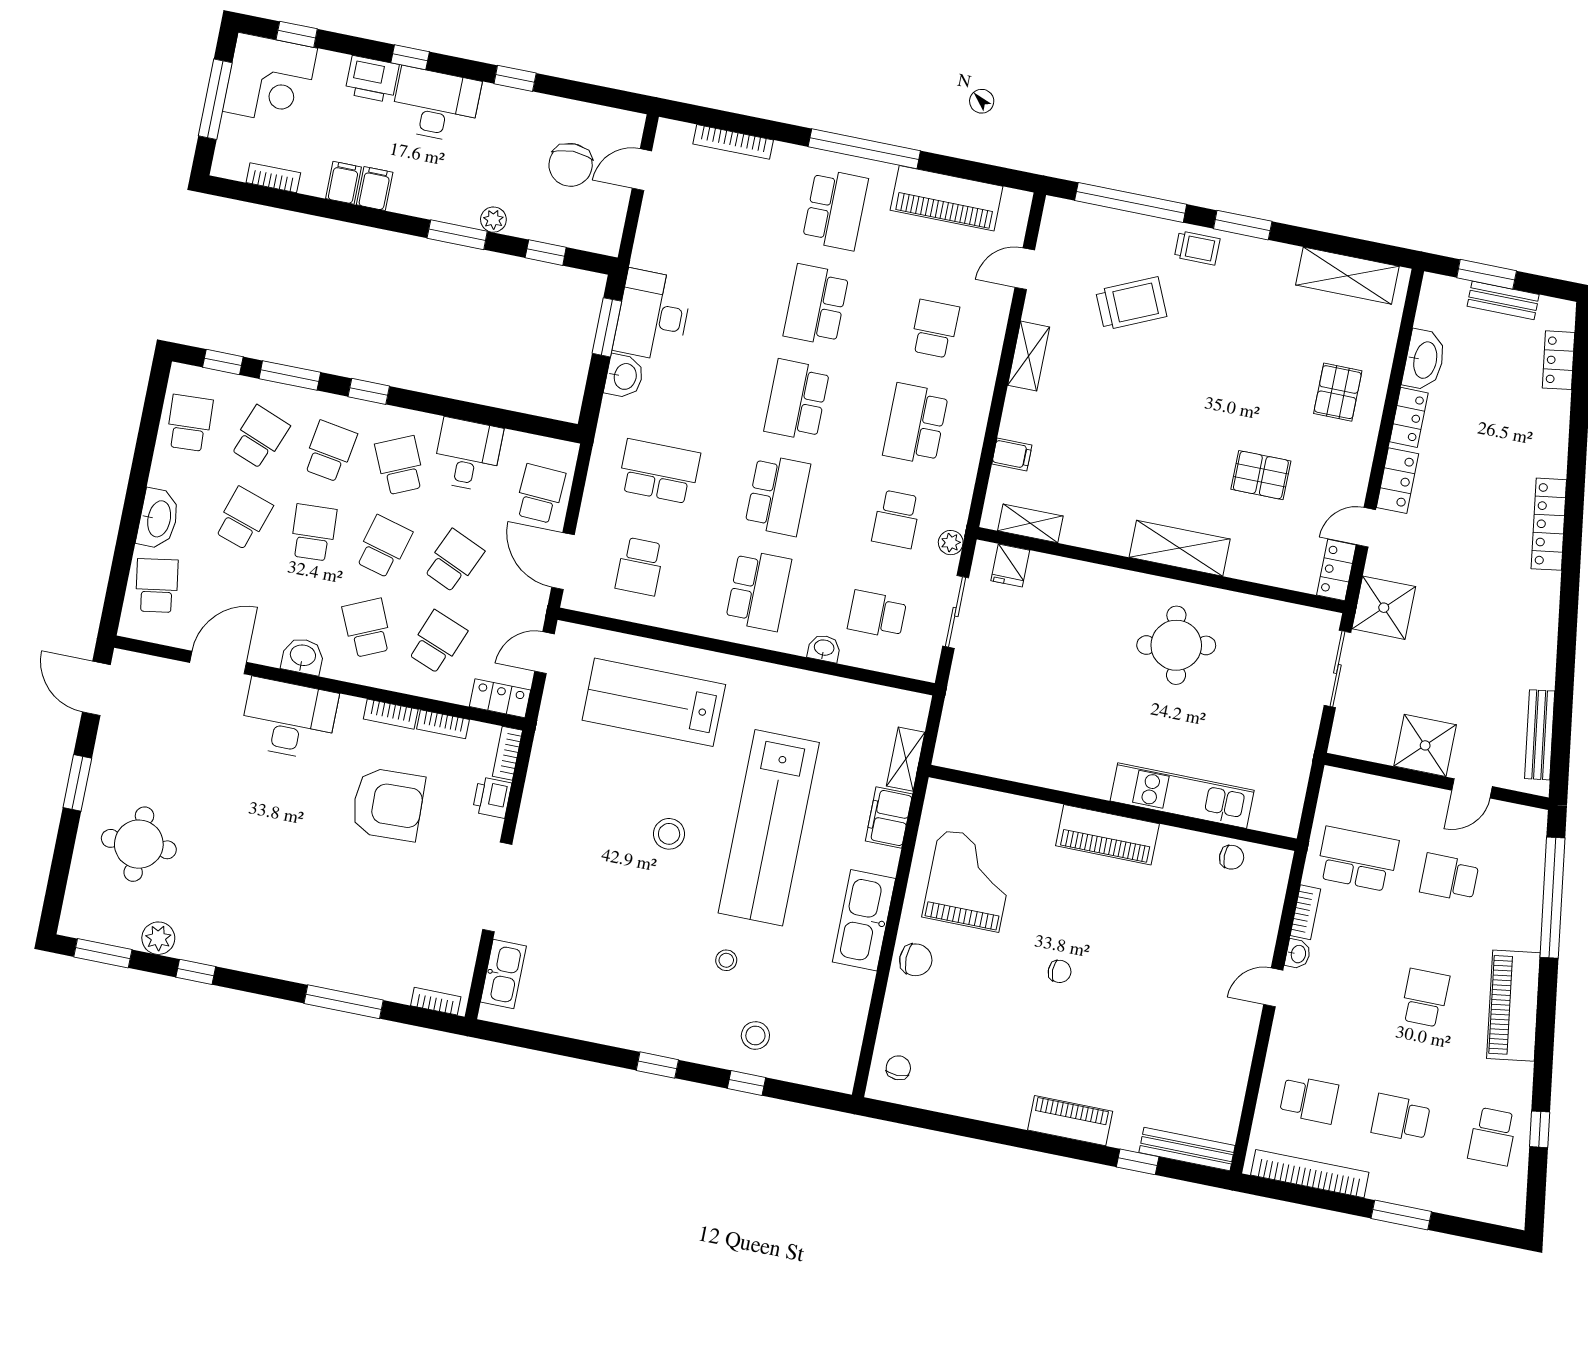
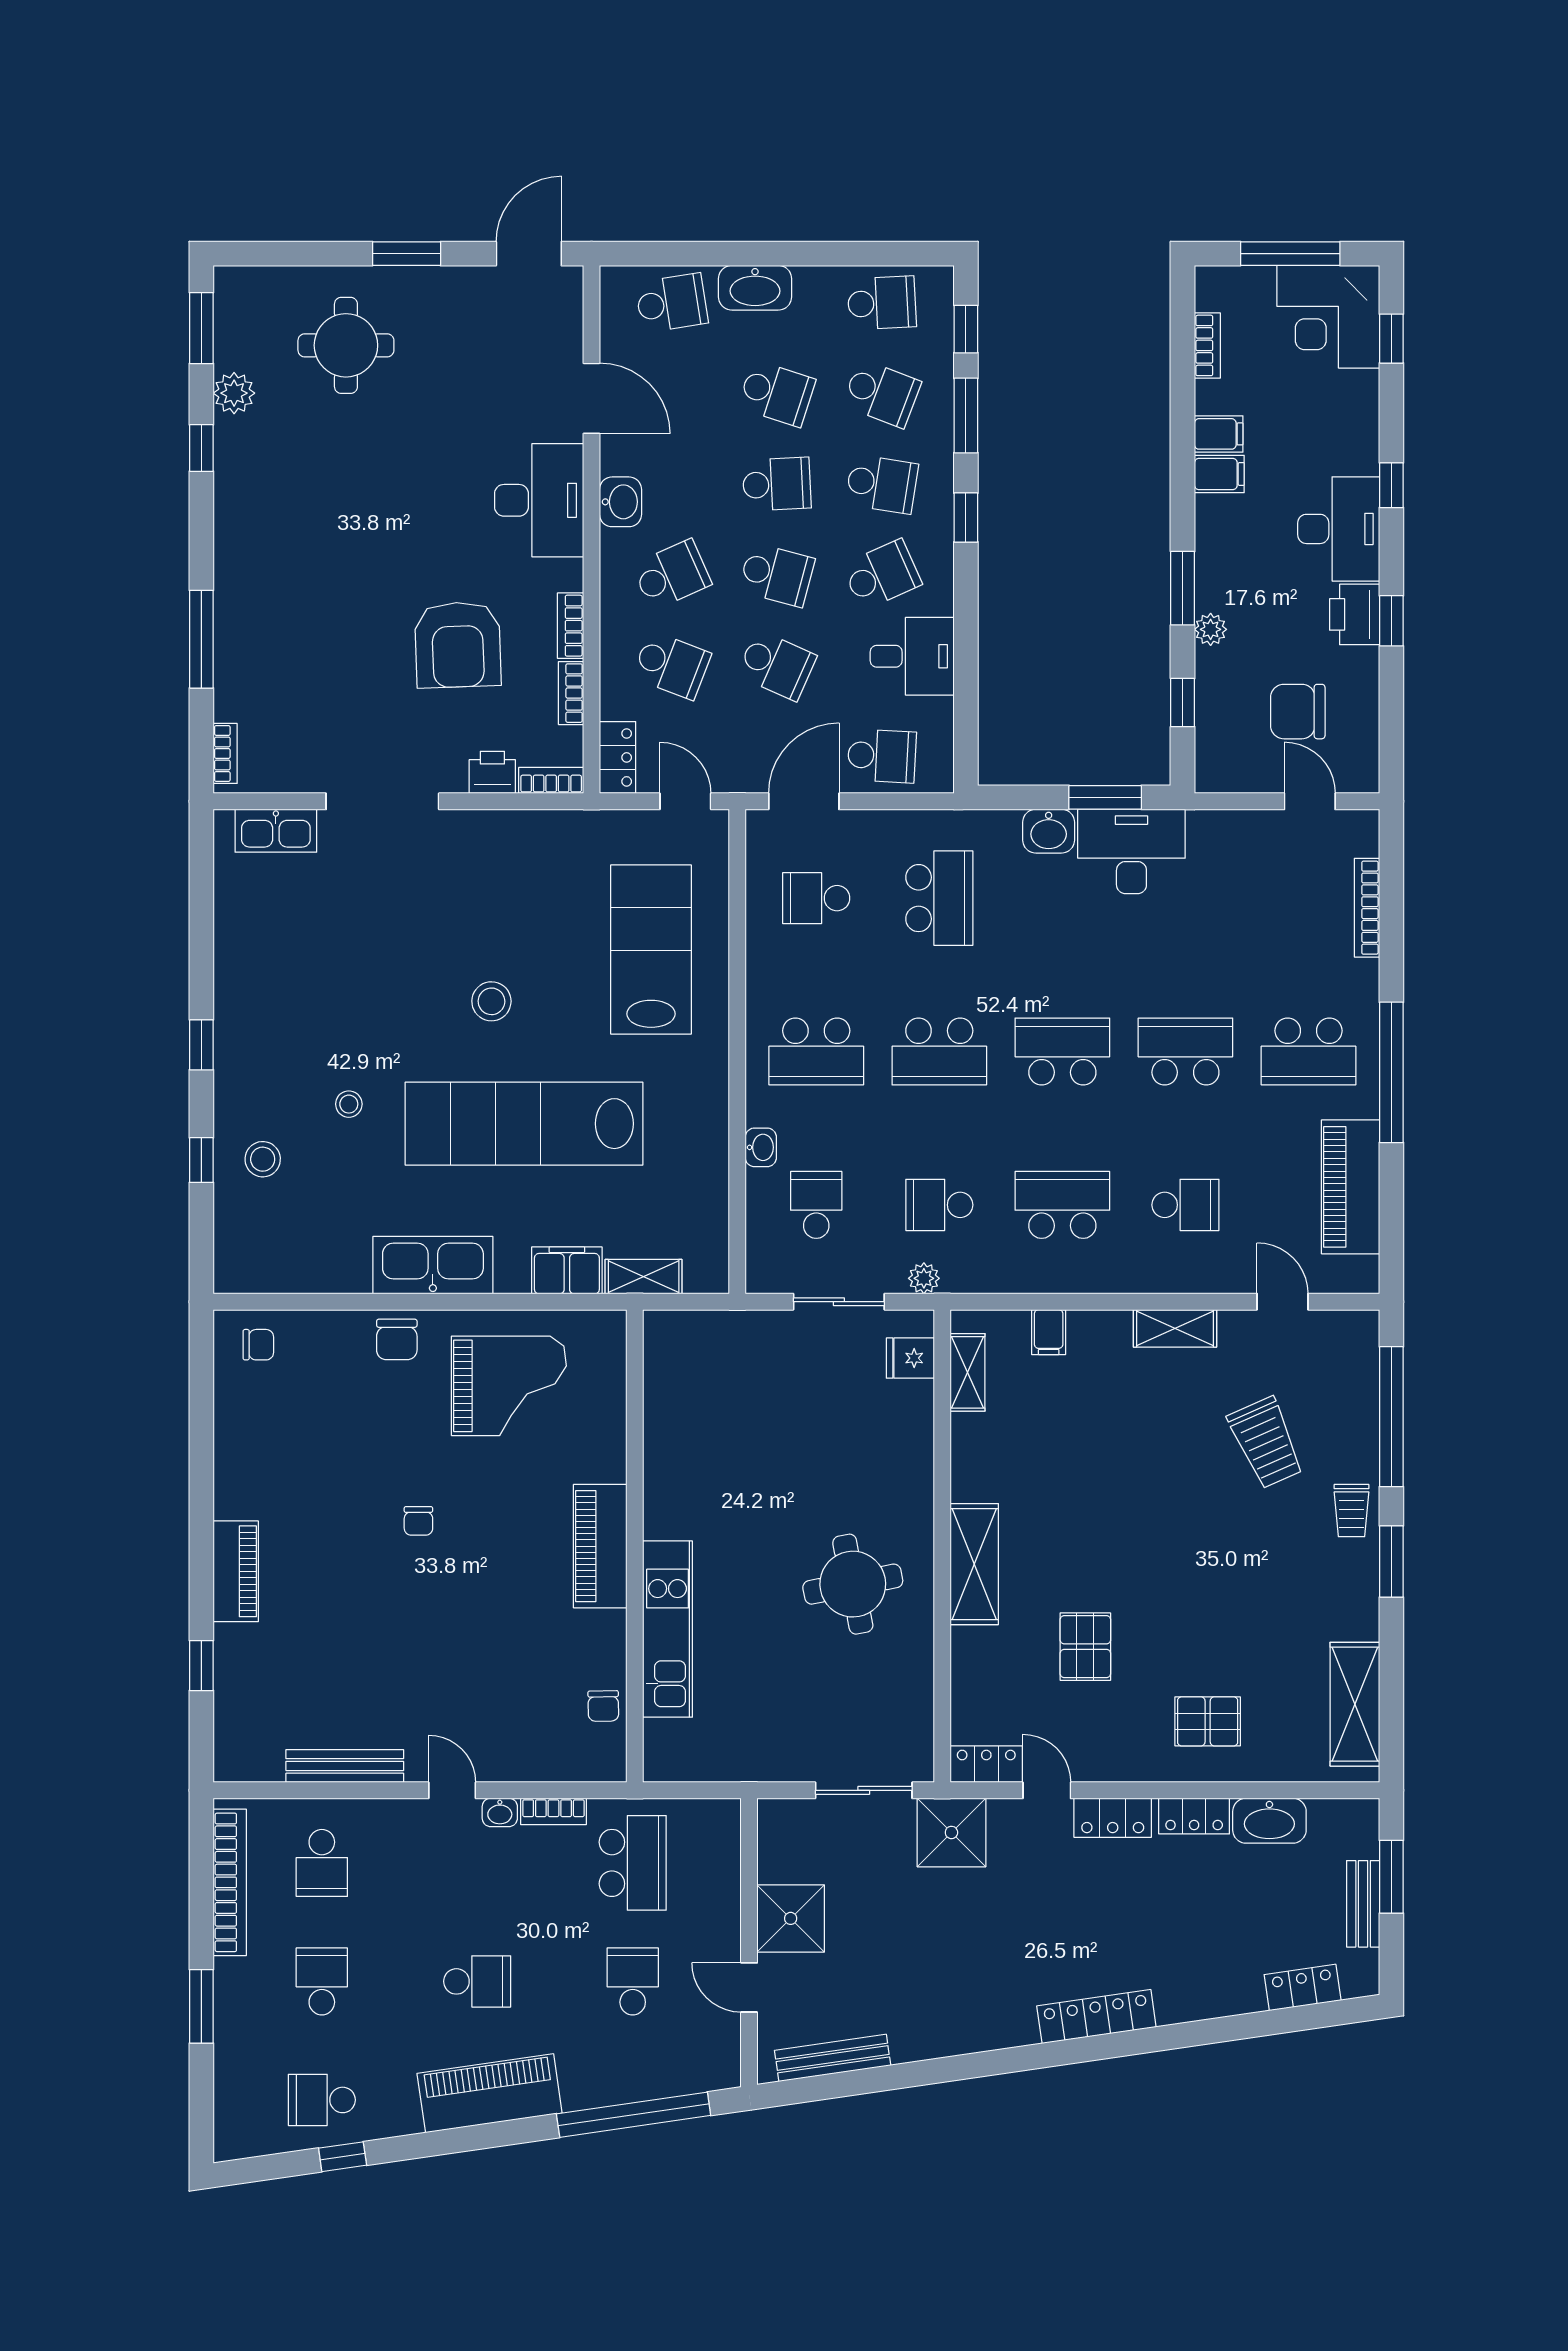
printer: (372, 79) -> (1355, 614), moved
bench: (1187, 1149) -> (345, 1766), moved, turned 90

